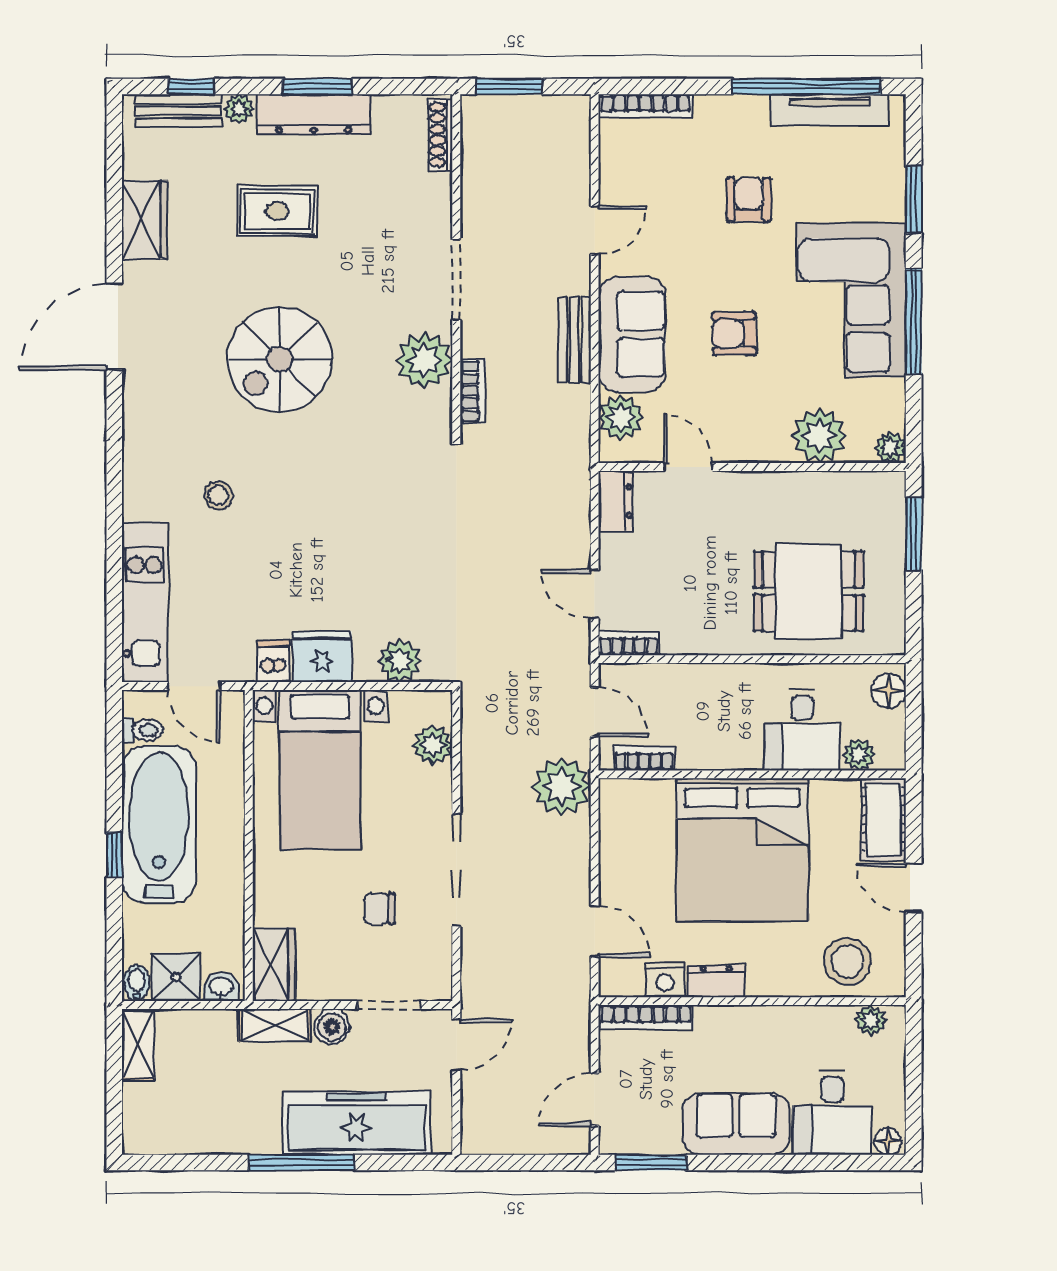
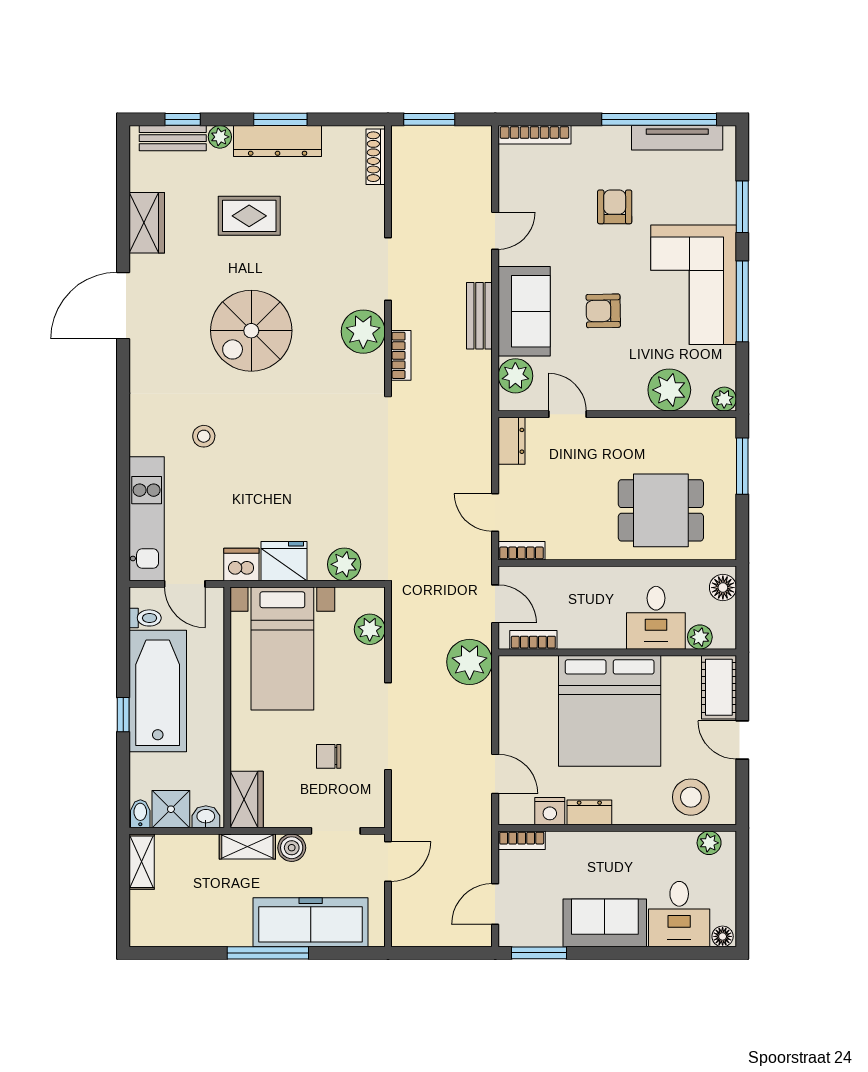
dishwasher: (273, 661) -> (241, 565), width x1.38
bookcase: (646, 1017) -> (522, 840), width x0.64

